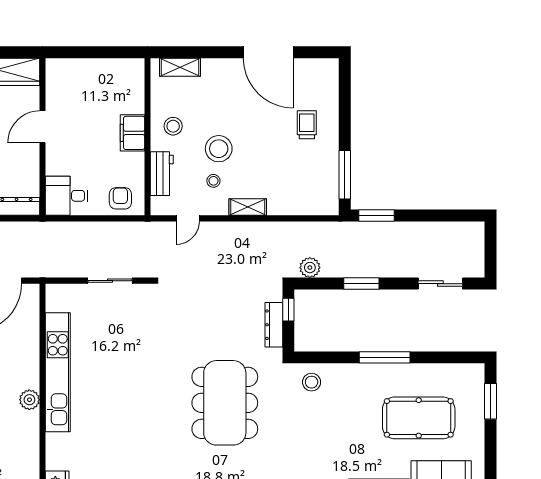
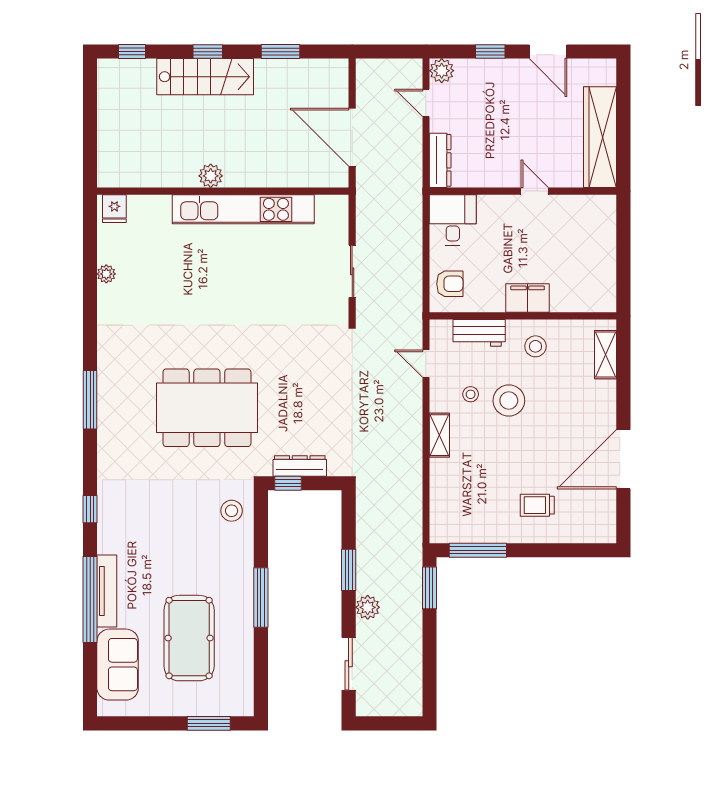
trolley: (307, 125) -> (537, 505), turned 180
door: (42, 127) -> (535, 191), width x0.73
plant: (310, 268) -> (368, 607), moved
window: (288, 310) -> (288, 483), moved

